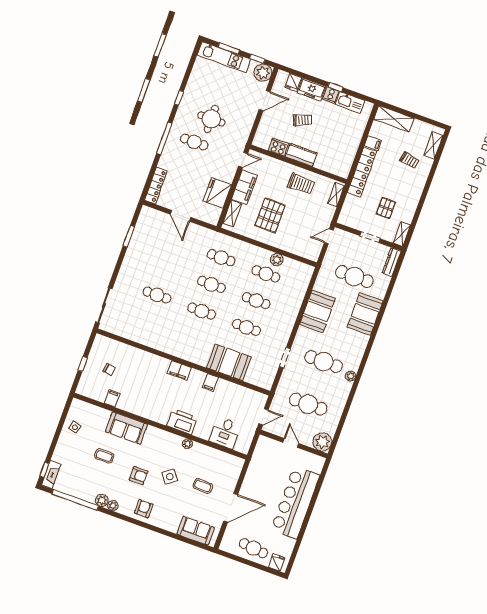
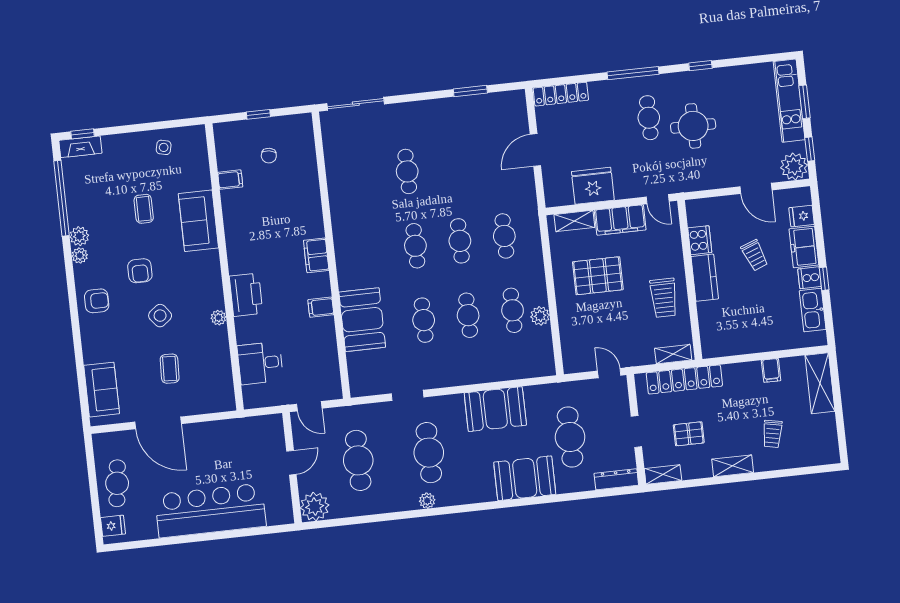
shelving: (433, 145) -> (733, 466), moved
locker: (362, 172) -> (684, 379), moved

